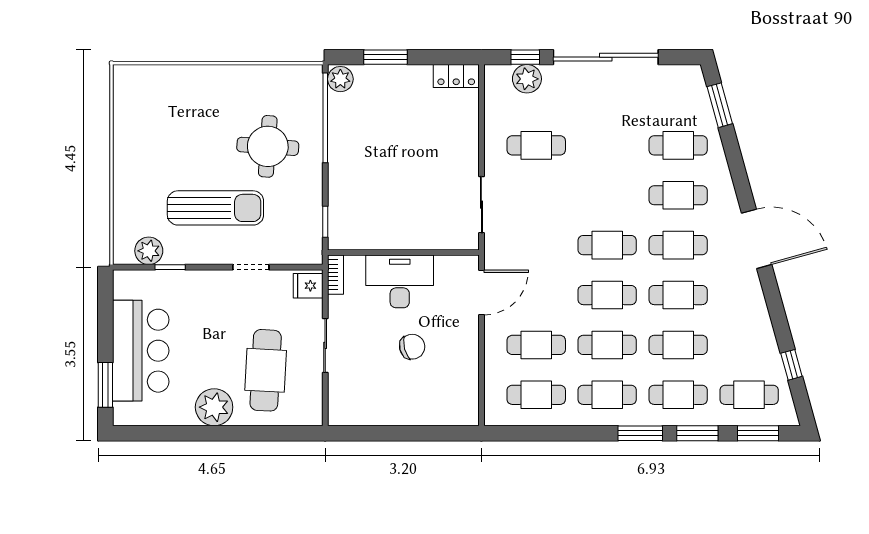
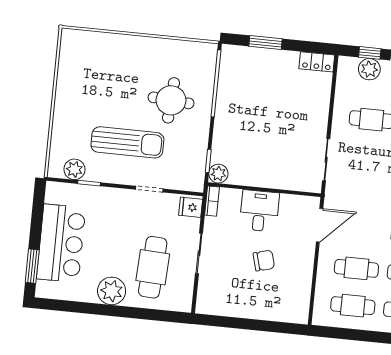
plant: (340, 79) -> (218, 174), moved
desk: (400, 281) -> (259, 211), width x0.73

